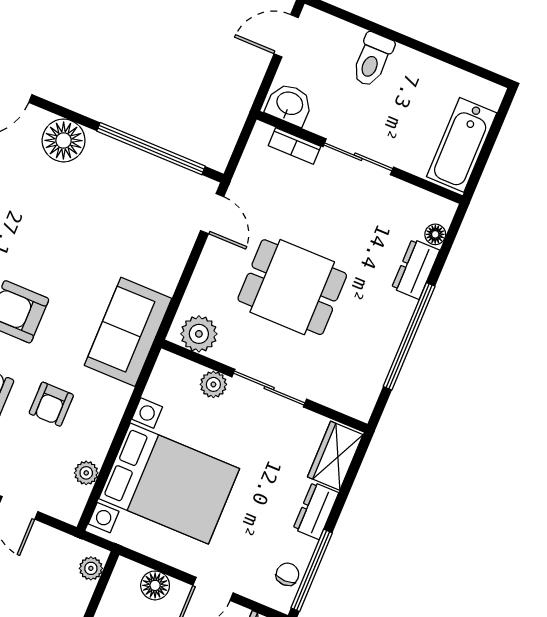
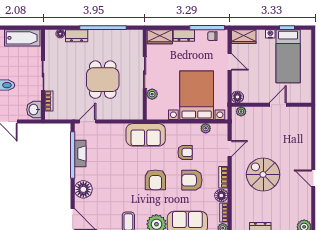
fireplace: (147, 167) -> (80, 153), added
plant: (199, 334) -> (135, 108), removed
floor lamp: (155, 585) -> (237, 97), moved

